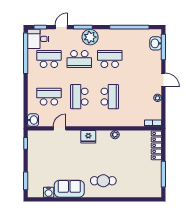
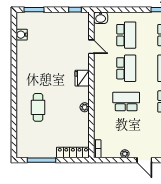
door: (163, 80) -> (144, 160), hinge flipped
school desk: (79, 97) -> (126, 68), turned 90
school desk: (110, 97) -> (126, 101), turned 180
cafe table: (103, 181) -> (38, 107), moved
sofa: (69, 189) -> (26, 57), removed

